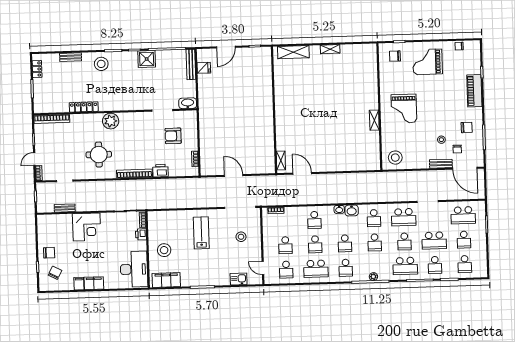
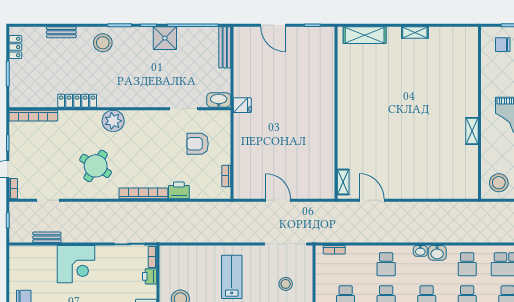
door: (226, 47) -> (273, 25), hinge flipped
fridge: (204, 68) -> (242, 105), moved
round table: (99, 155) -> (96, 166), turned 32

